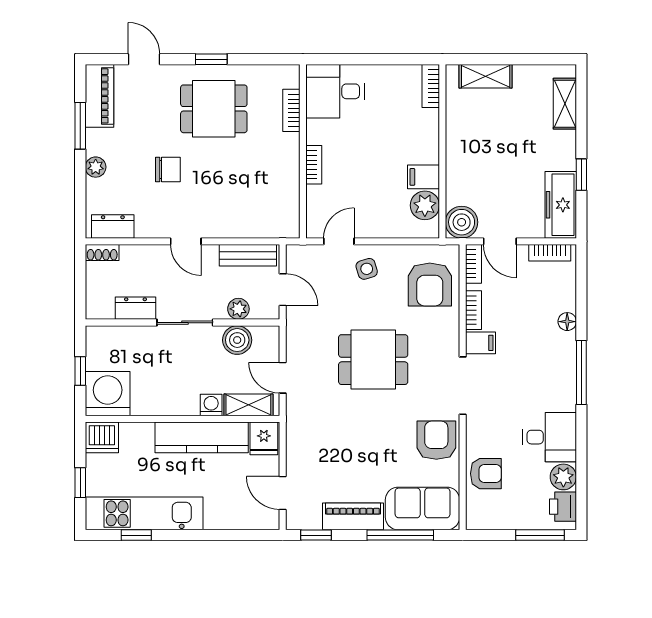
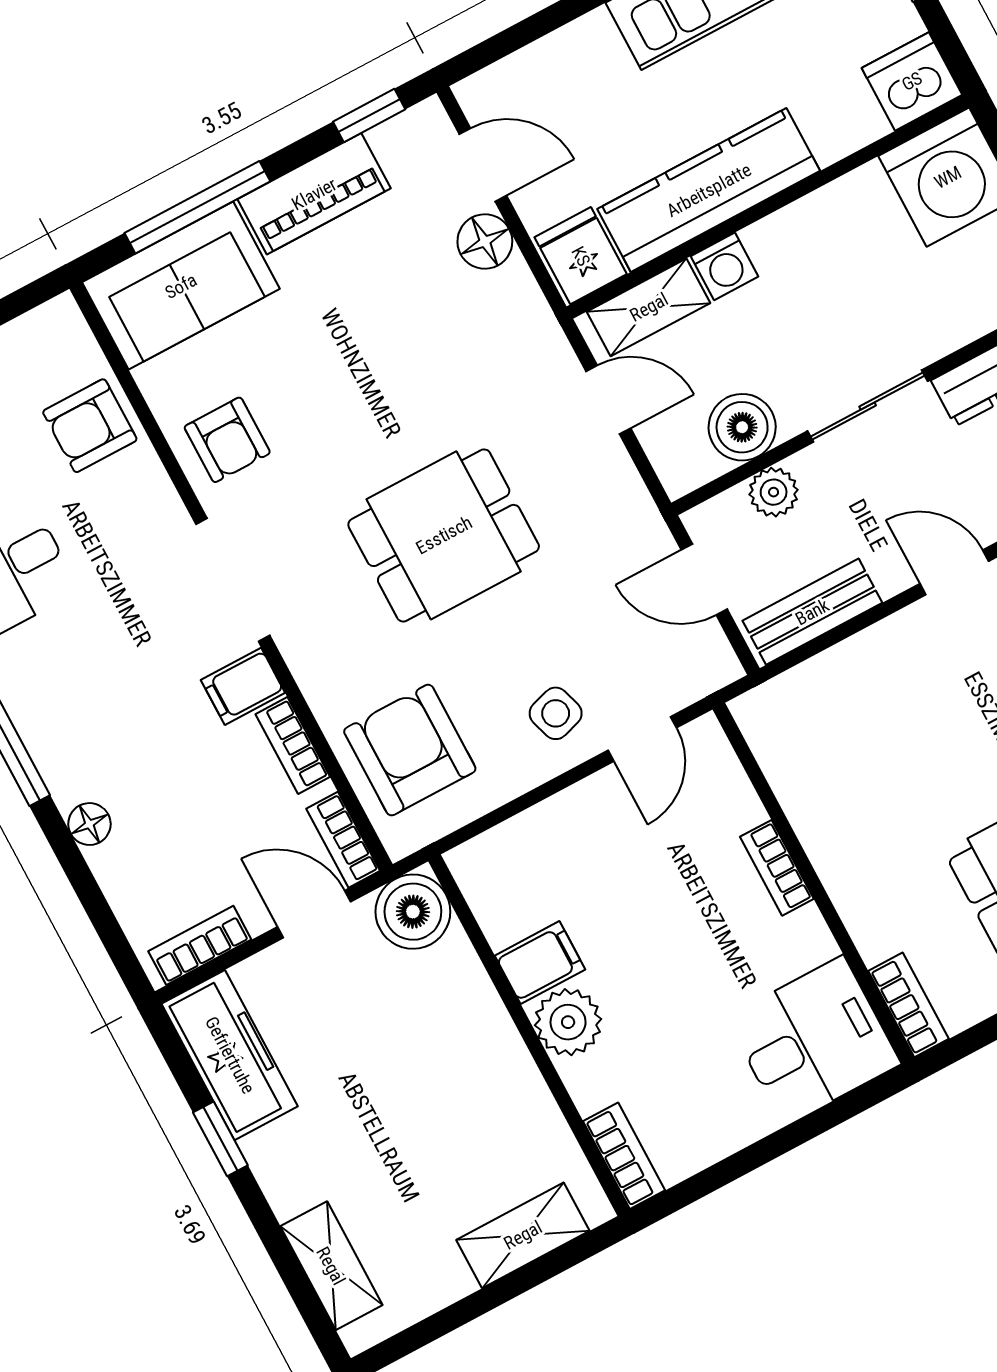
bookcase: (291, 110) -> (909, 1005), moved
plant: (425, 205) -> (568, 1022), moved
armchair: (436, 440) -> (227, 440), width x0.72, depth x0.72
floor lamp: (298, 463) -> (485, 242), added

